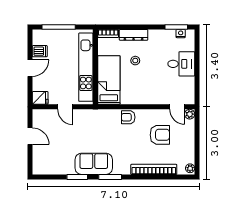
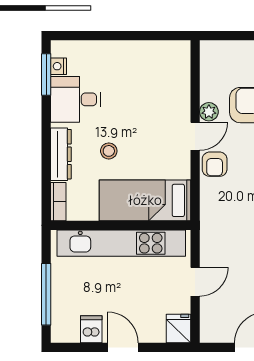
desk: (181, 64) -> (75, 99), moved, turned -90
door: (177, 107) -> (195, 136), moved
plant: (190, 114) -> (209, 112), moved

